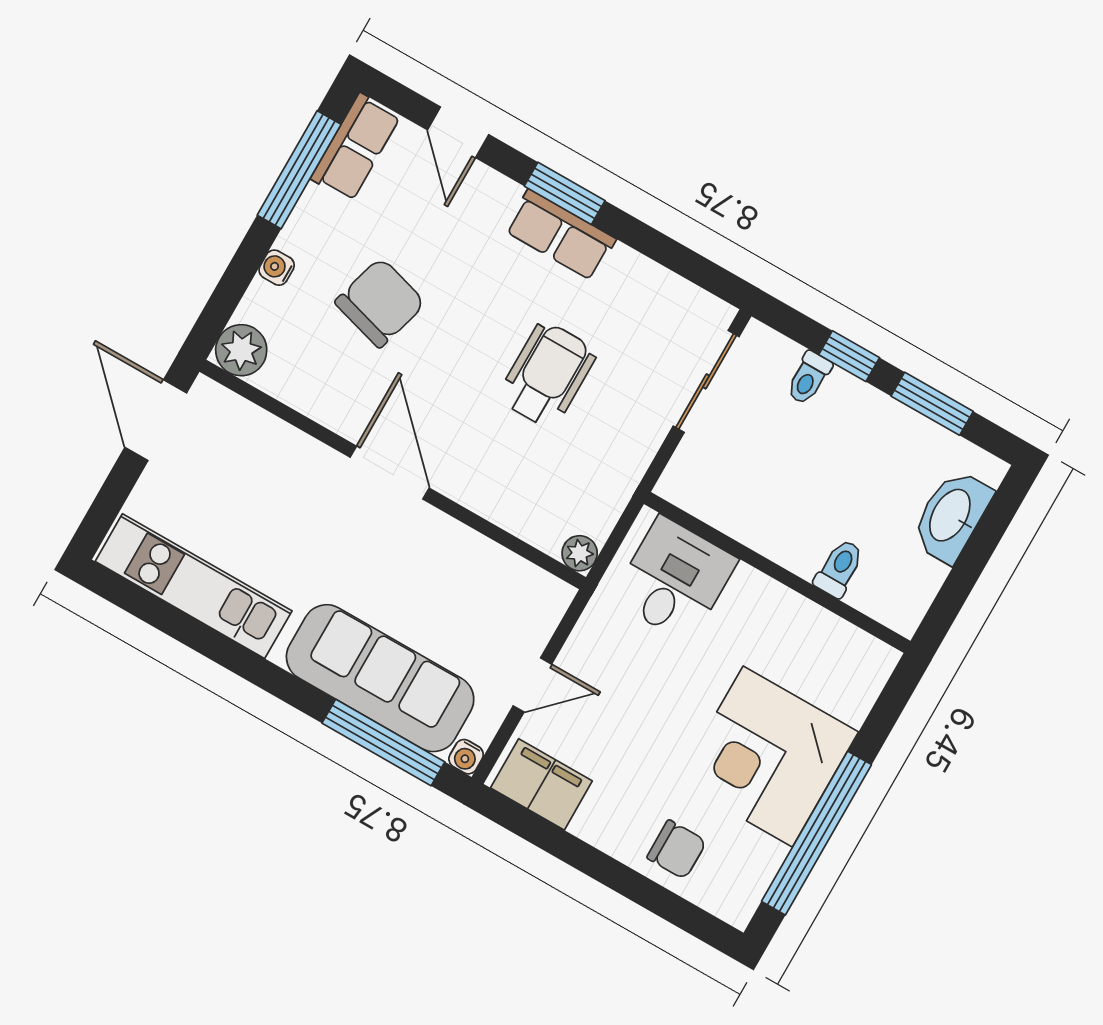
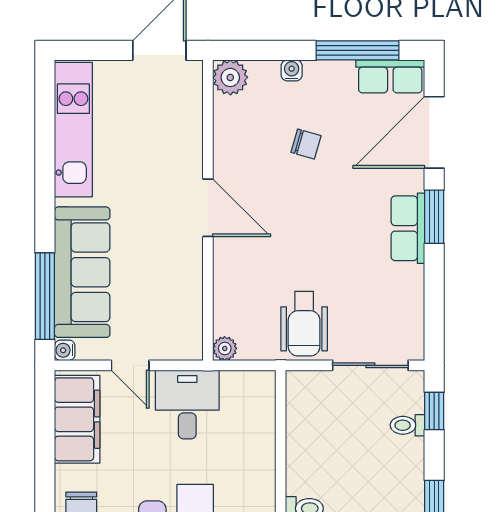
door: (458, 132) -> (434, 132), width x1.87
chair: (380, 303) -> (306, 144), width x0.54, depth x0.54
window: (849, 356) -> (434, 411), moved
wheelchair: (547, 375) -> (304, 324), moved, turned 90
door: (390, 473) -> (208, 208), hinge flipped
desk: (675, 579) -> (187, 405), moved, turned -90
filing cabinet: (541, 784) -> (77, 419), width x1.50, depth x1.17

